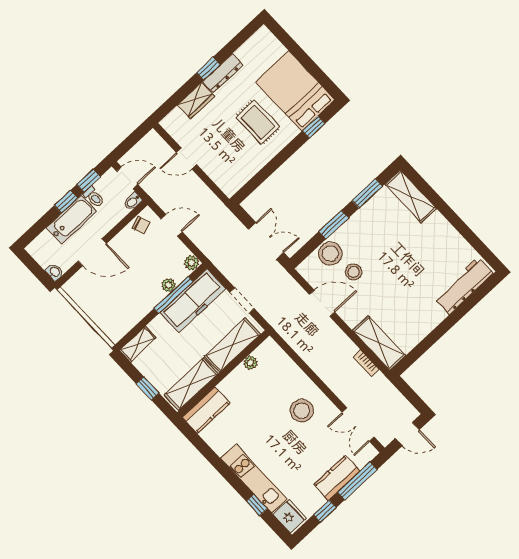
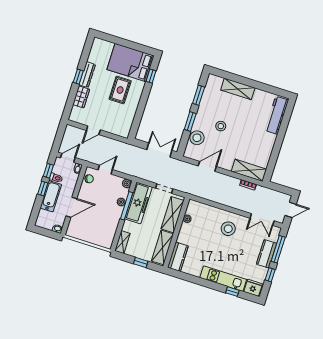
rug: (258, 122) -> (120, 90), turned 90
shelving: (411, 196) -> (238, 89), moved
stool: (354, 272) -> (221, 126), moved

